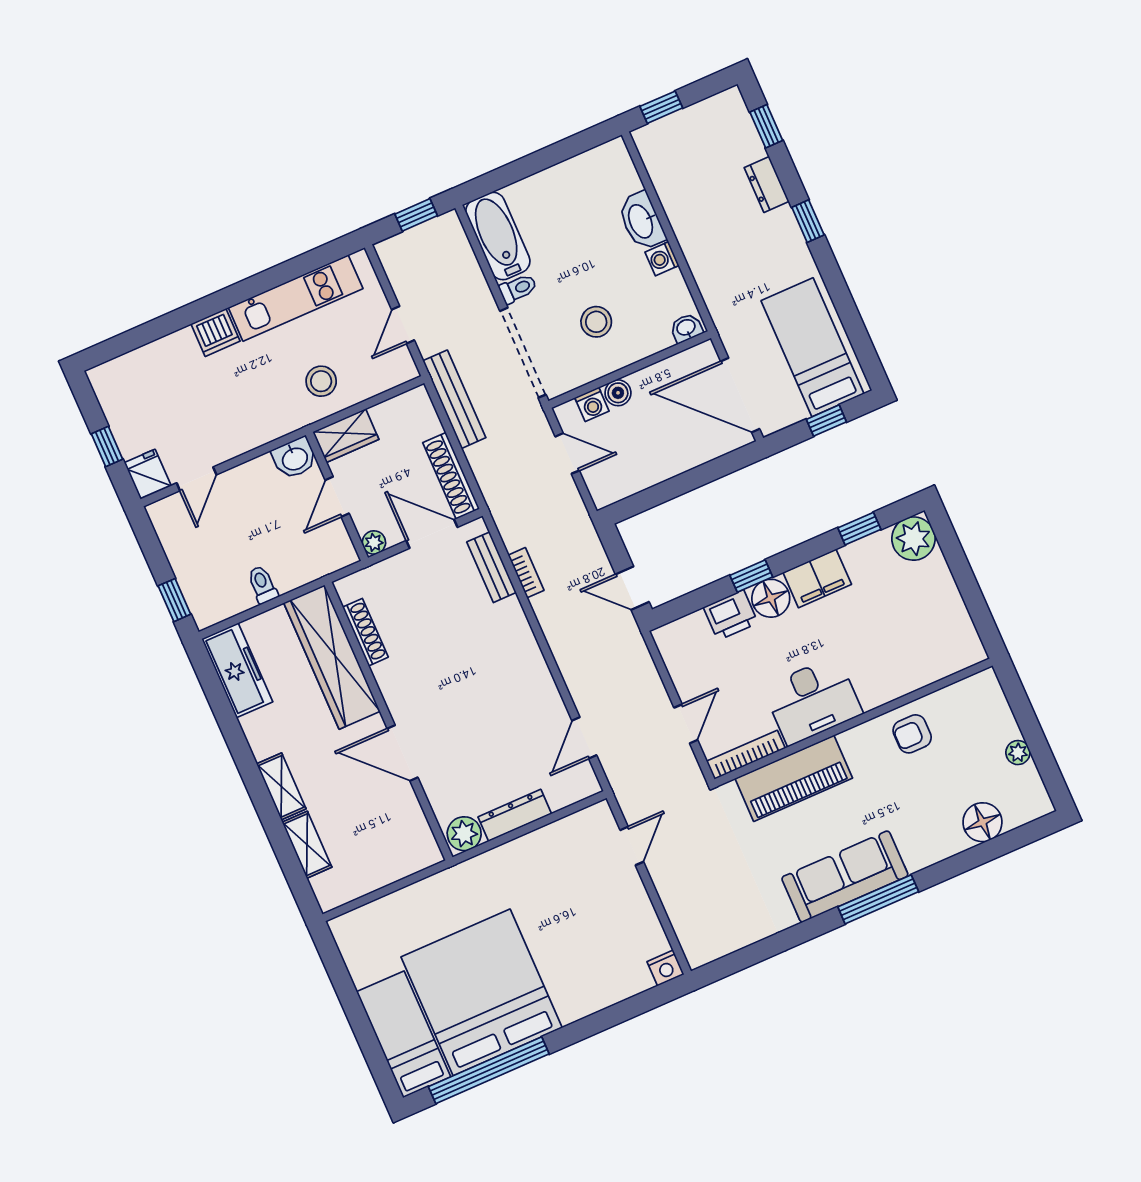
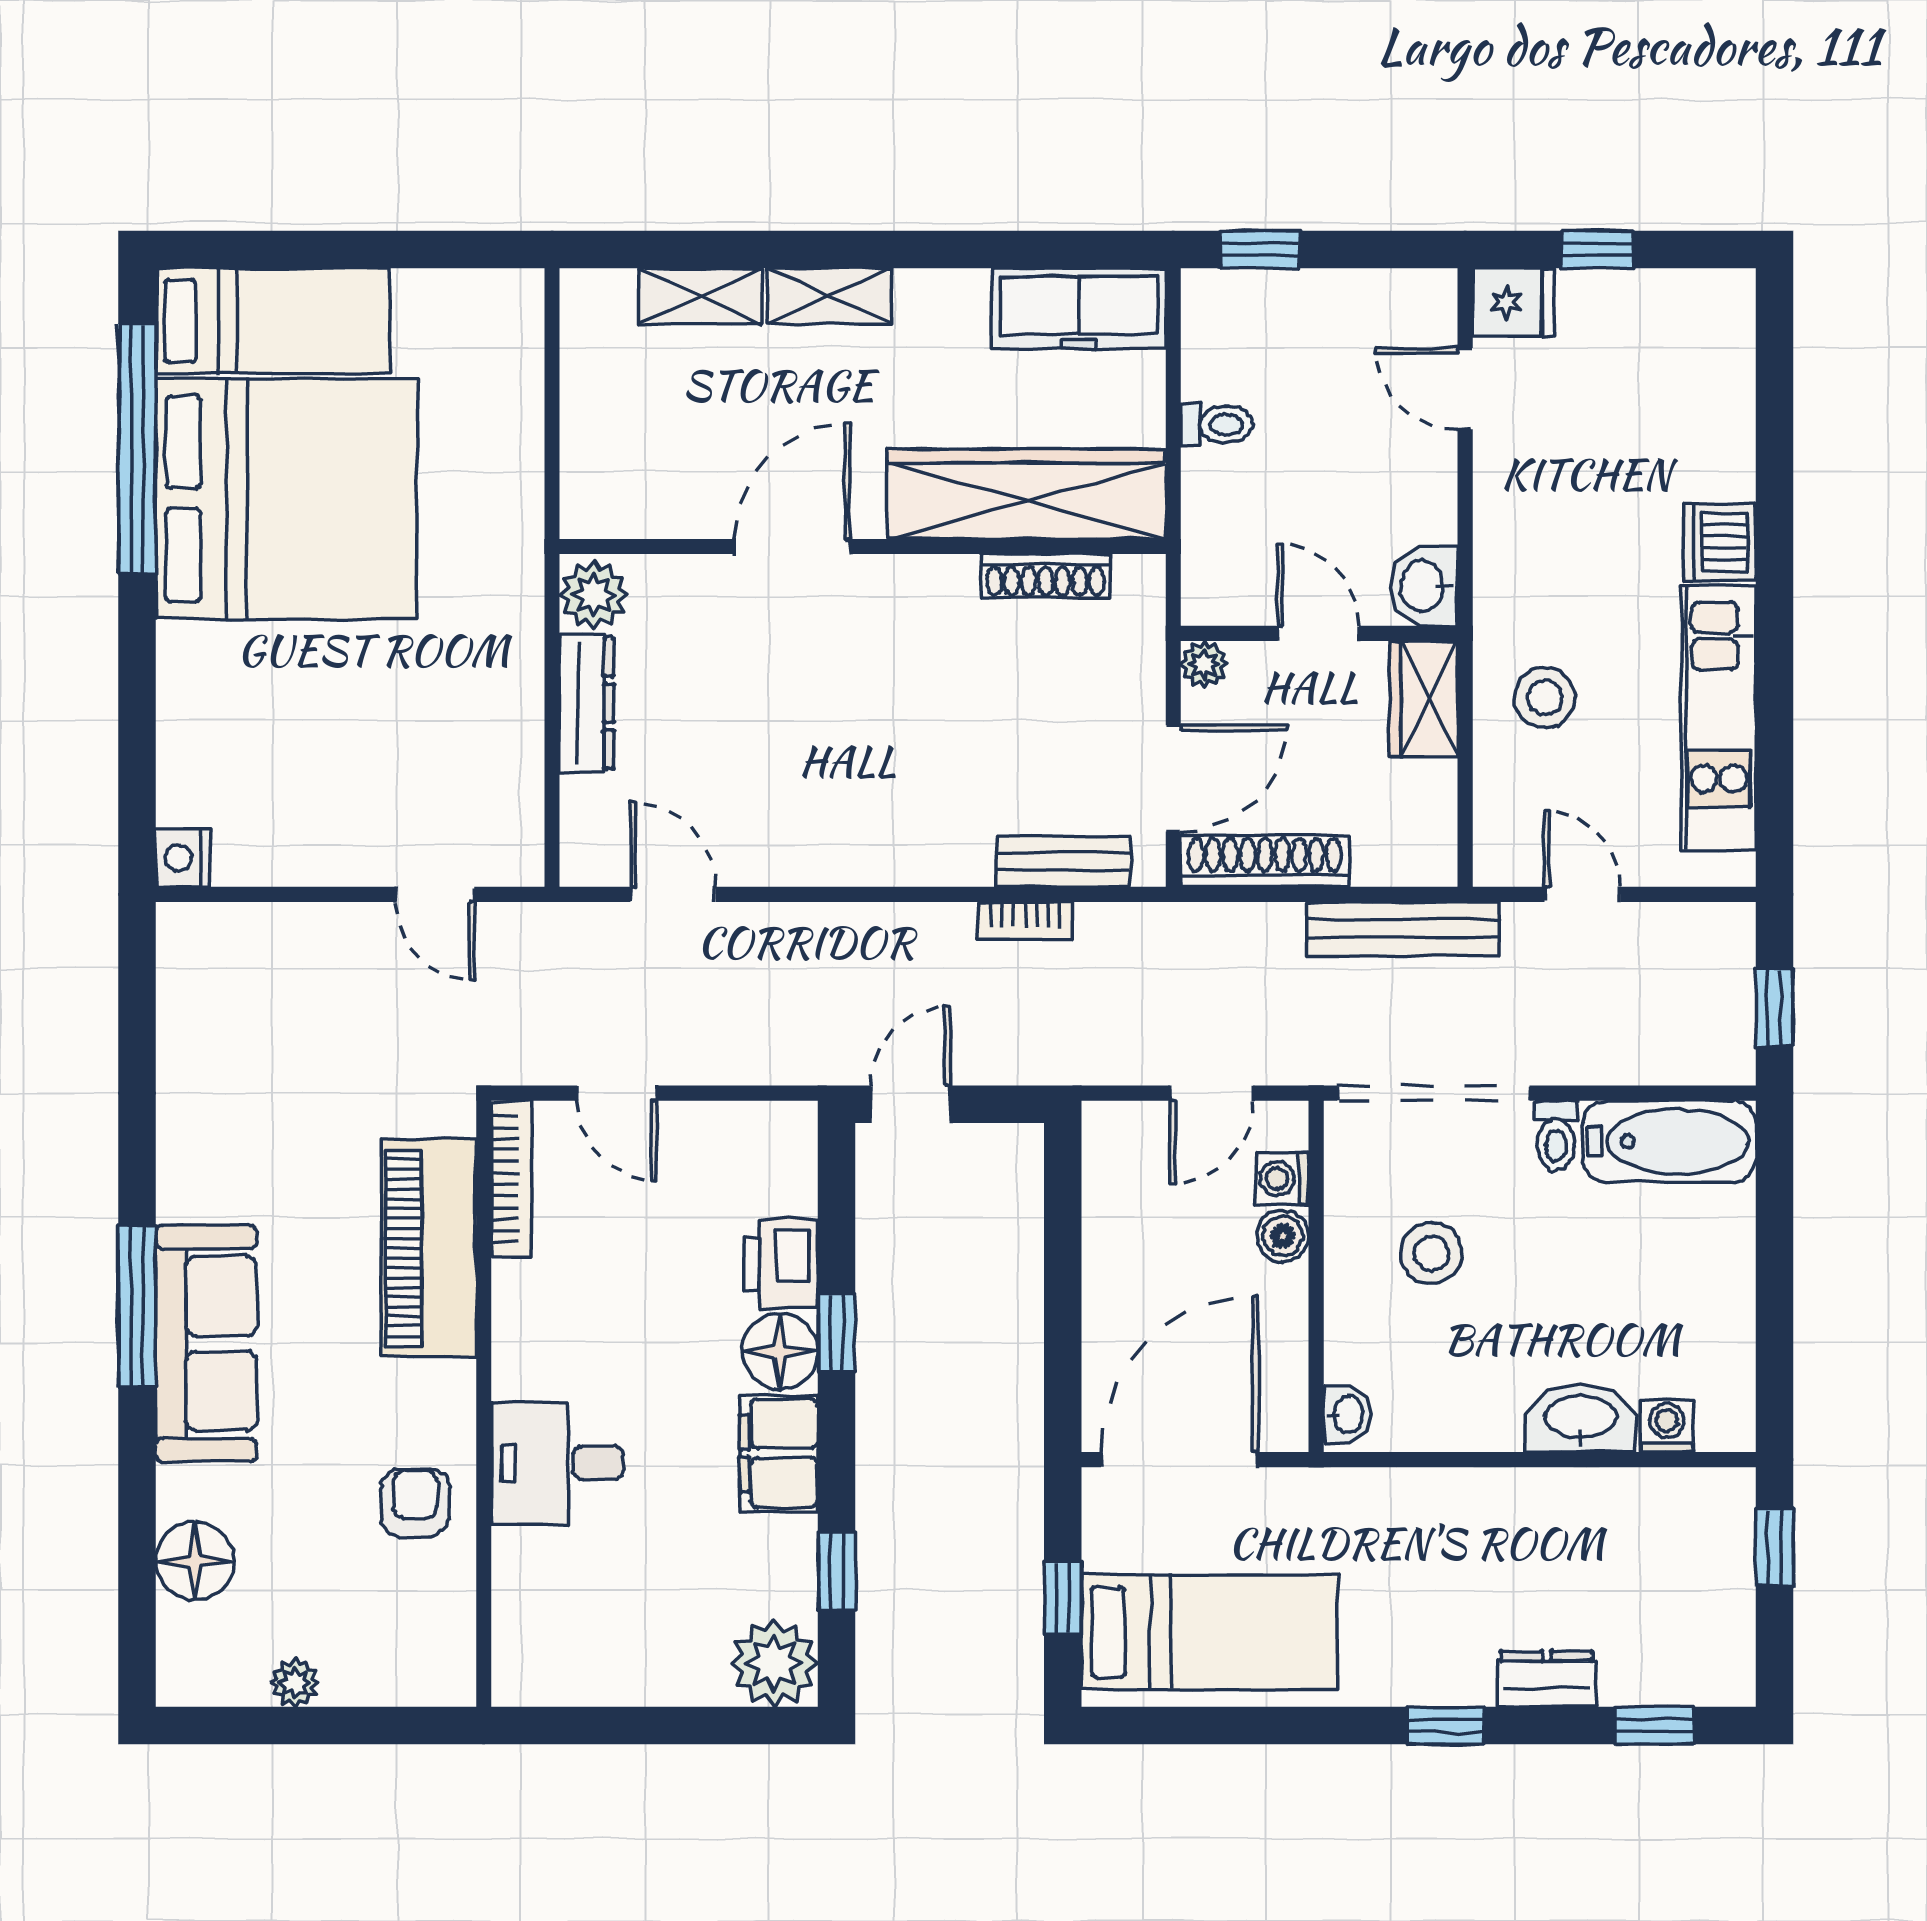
washing machine: (662, 259) -> (1667, 1426), moved
desk: (813, 701) -> (557, 1463), moved, width x0.73
sofa: (845, 877) -> (206, 1344), moved

